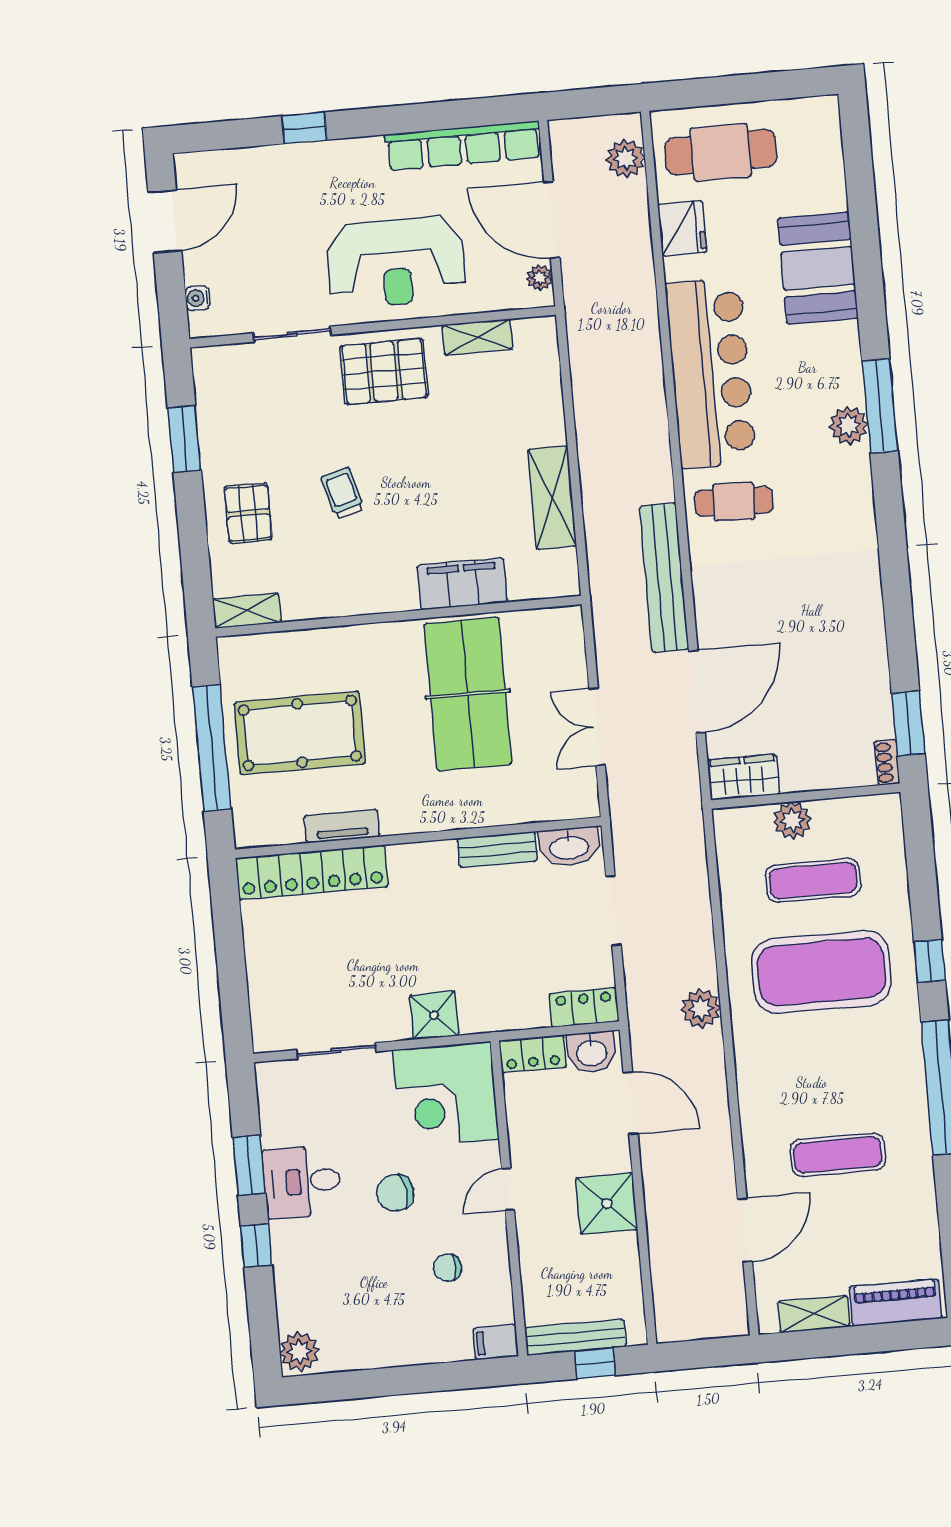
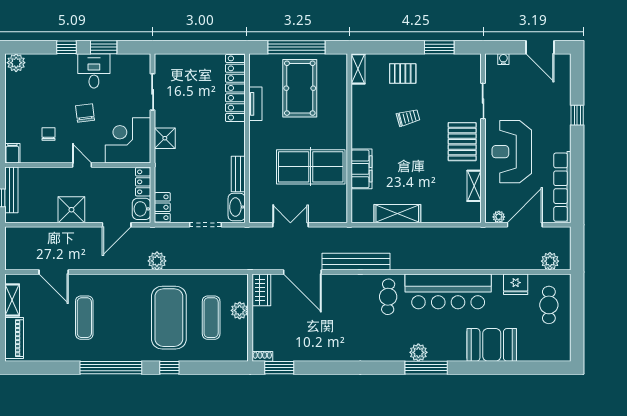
cafe table: (721, 152) -> (549, 305), width x0.73, depth x0.74

